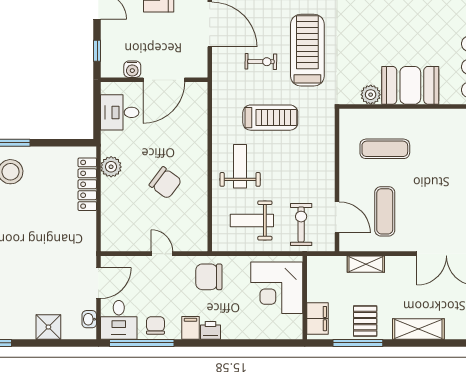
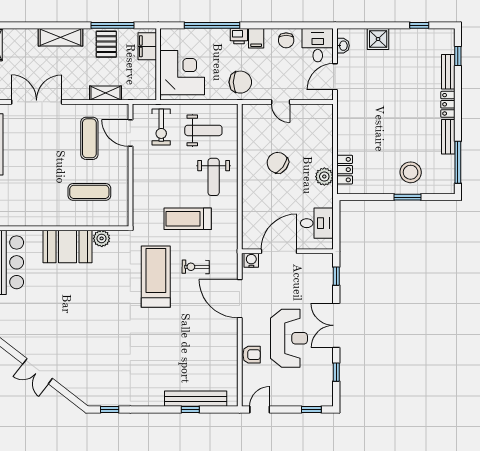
treadmill: (307, 50) -> (156, 277), turned 180
water cooler: (132, 69) -> (251, 260), moved
locker: (87, 184) -> (345, 170), width x0.66
window: (142, 343) -> (212, 25), moved

